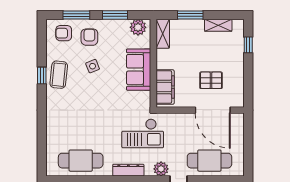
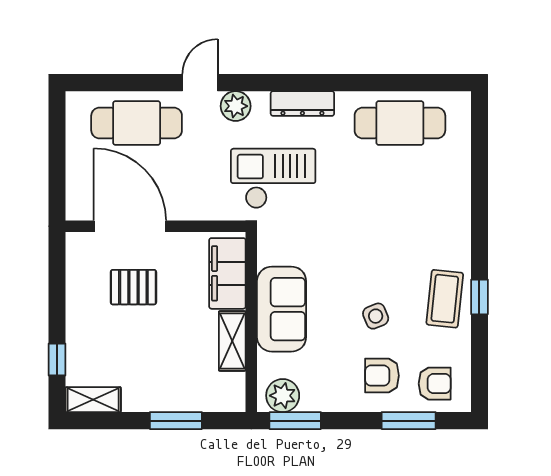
window: (115, 15) -> (295, 421), moved
shelving: (218, 25) -> (93, 400), moved
shelving: (163, 34) -> (232, 341), moved
armchair: (89, 37) -> (382, 376), turned 90

